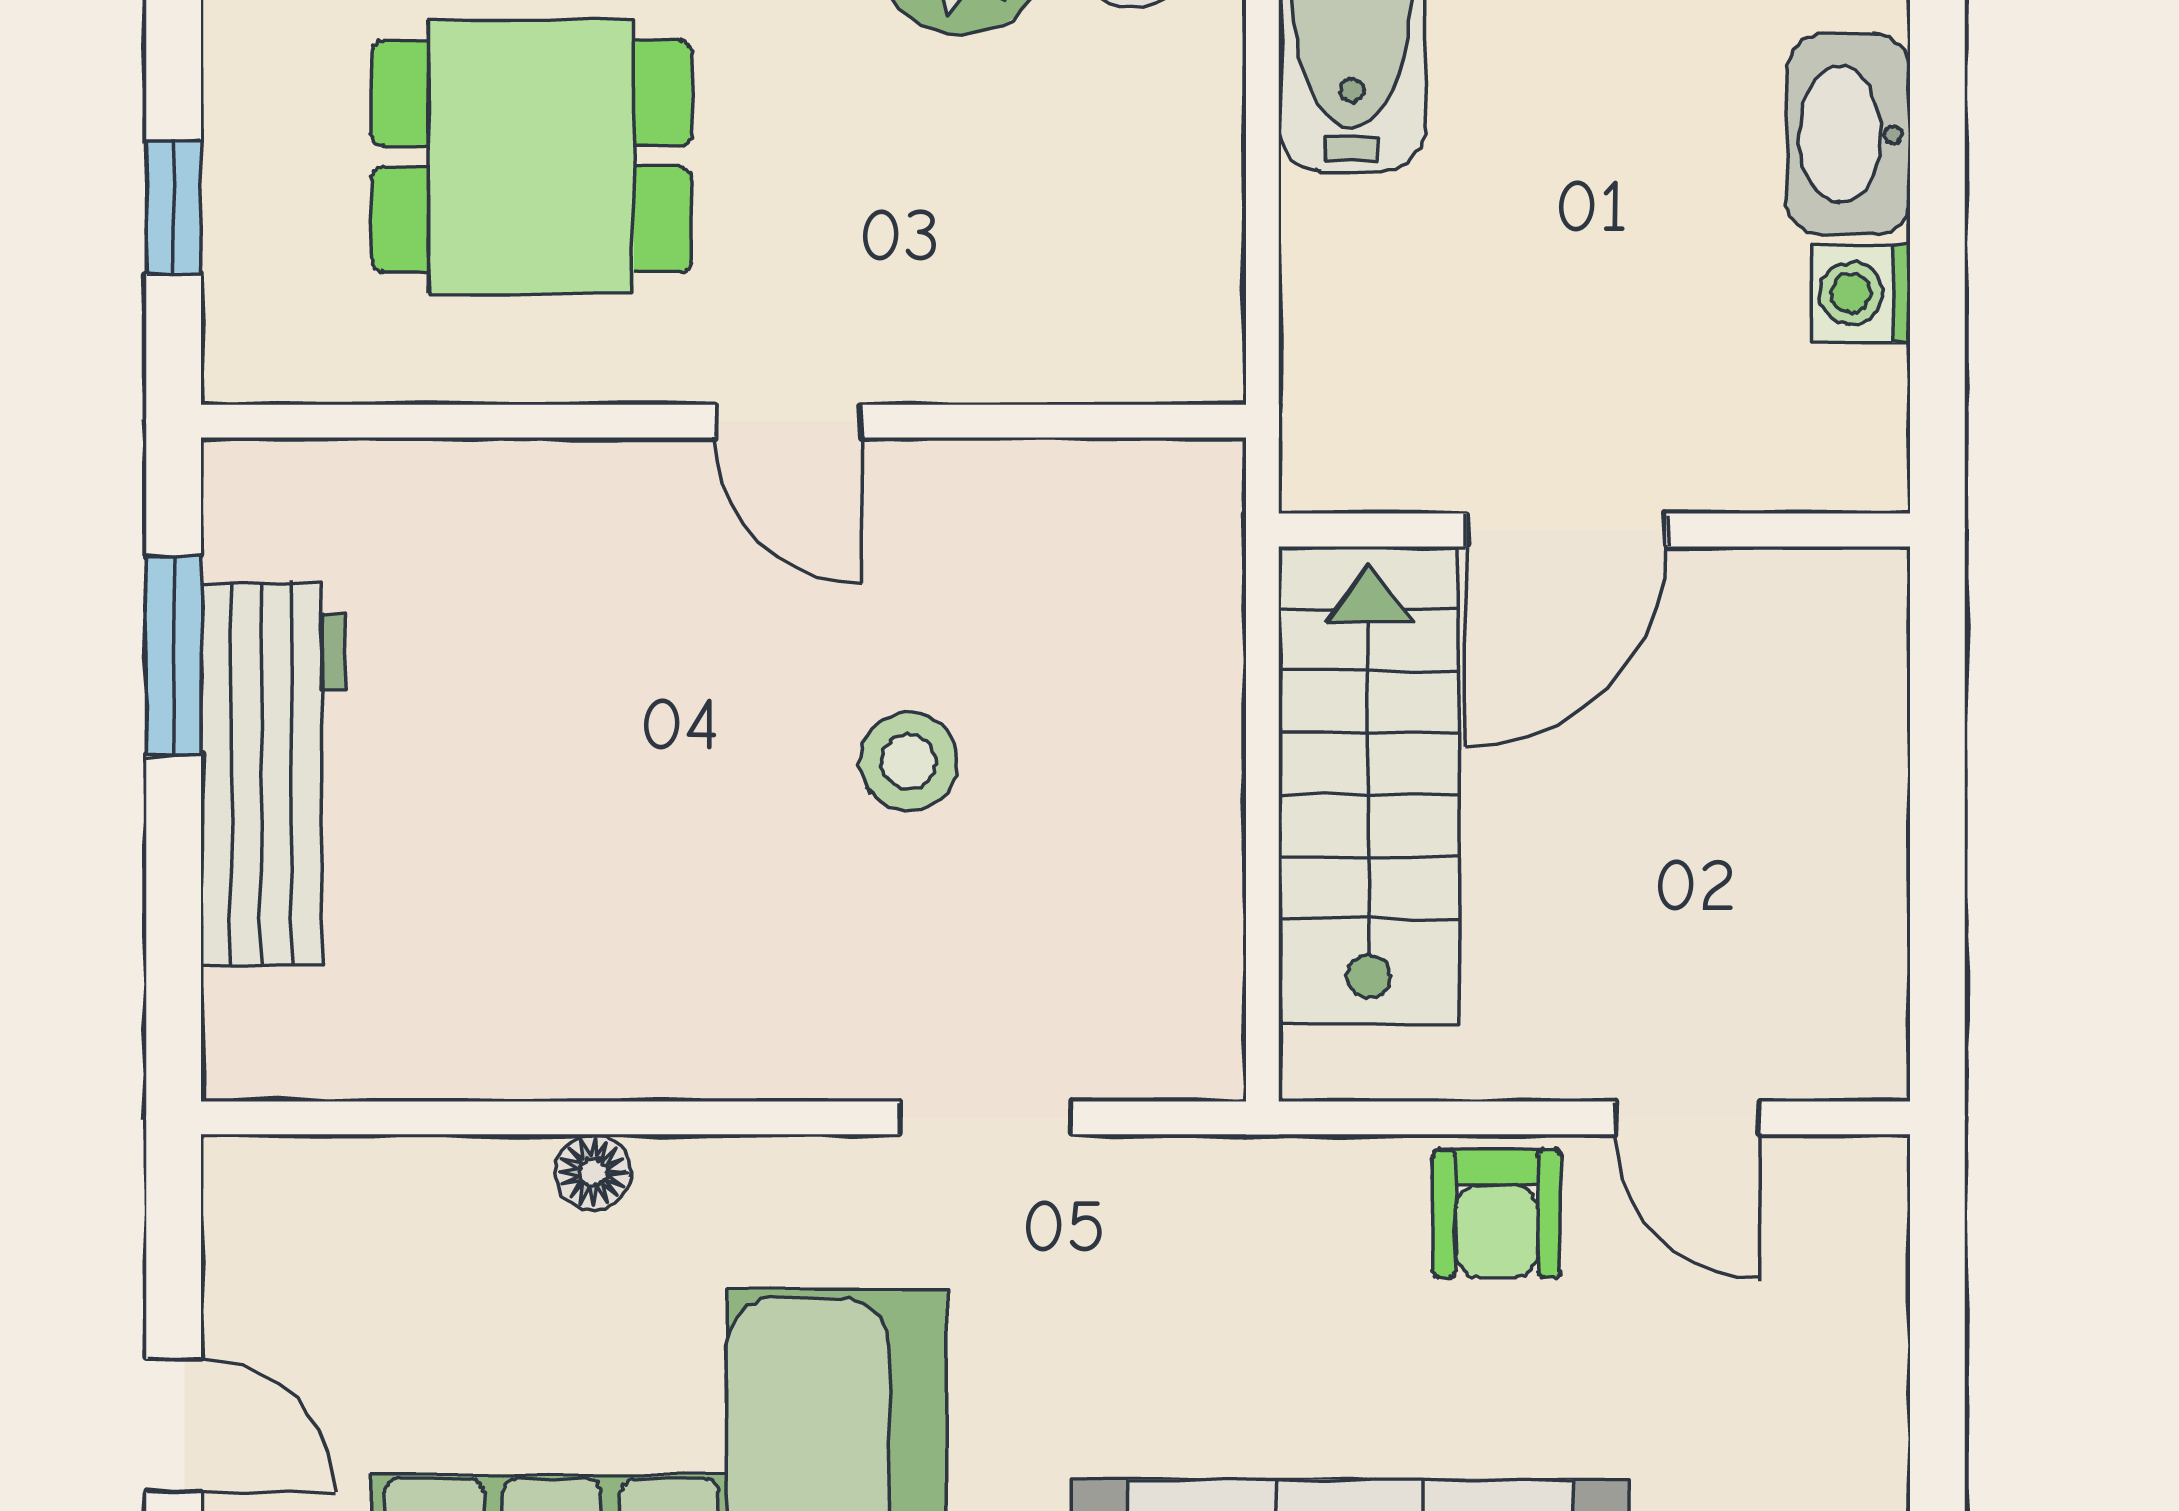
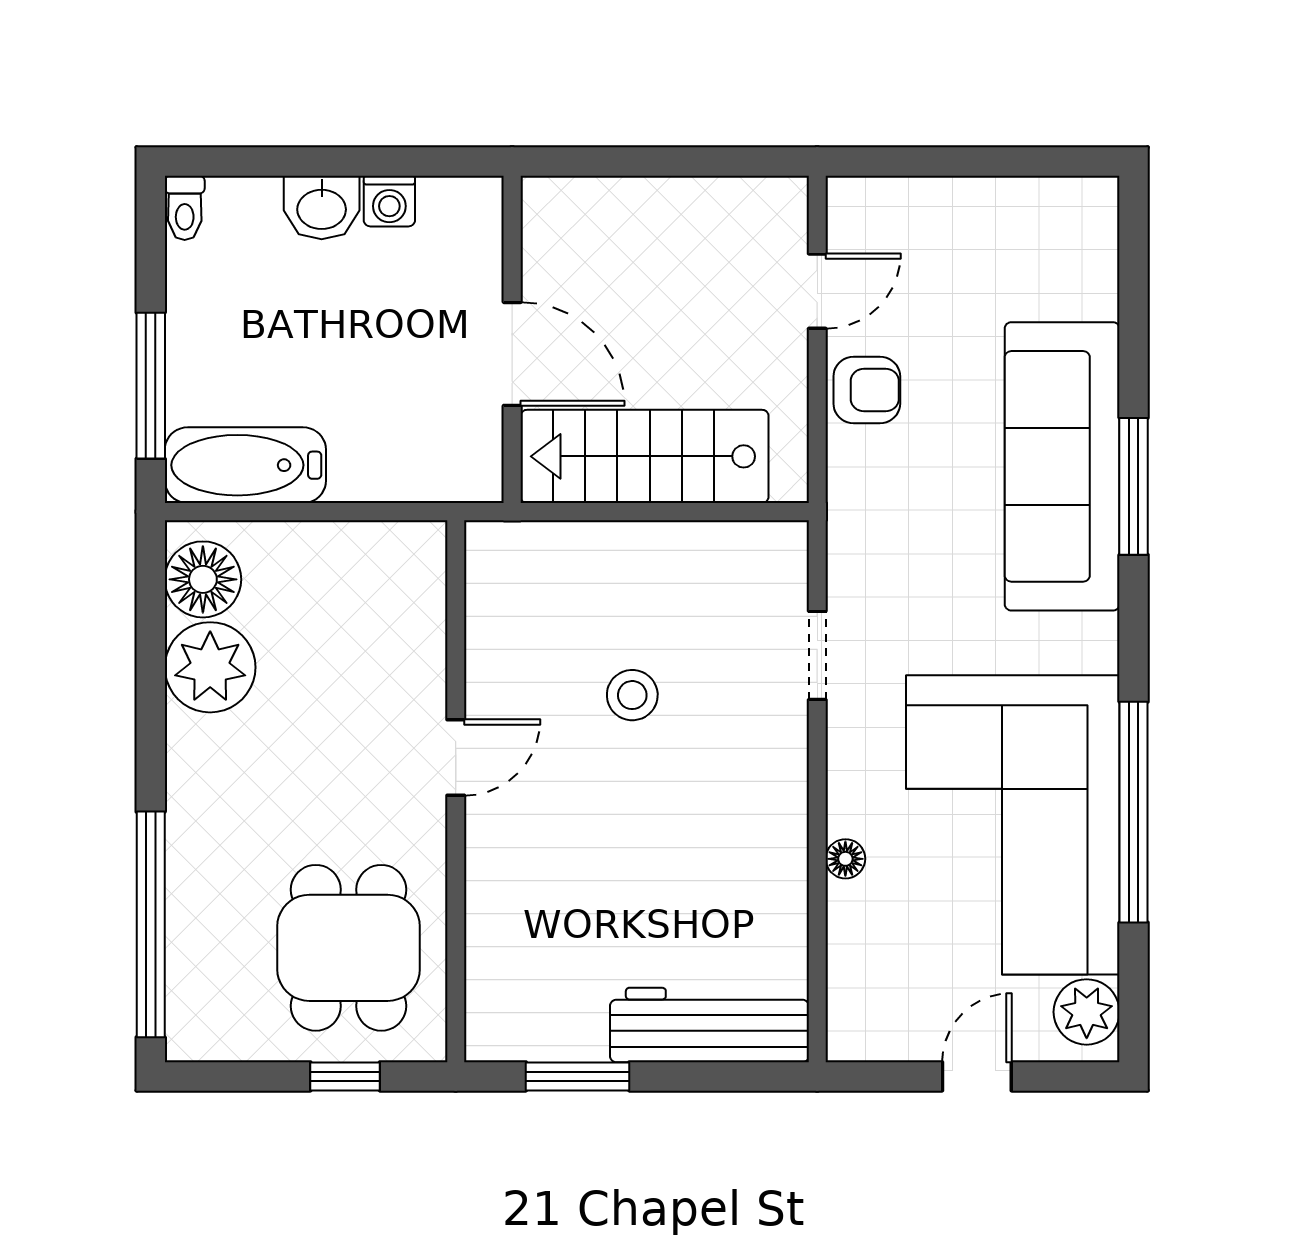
washbasin: (1849, 135) -> (322, 207), width x0.72
dining table: (531, 156) -> (349, 948), moved
workbench: (273, 774) -> (709, 1025), moved

